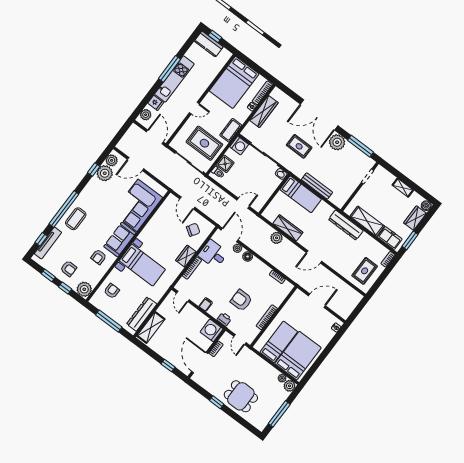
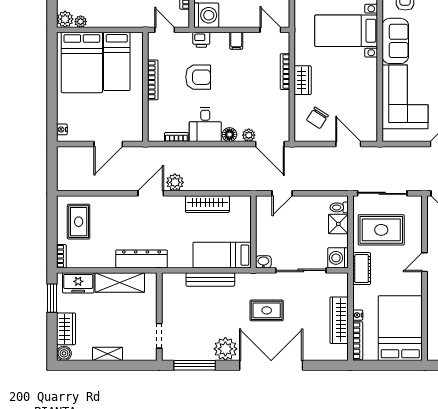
plant: (277, 238) -> (175, 182), moved
desk: (213, 254) -> (205, 124), moved, turned 90

